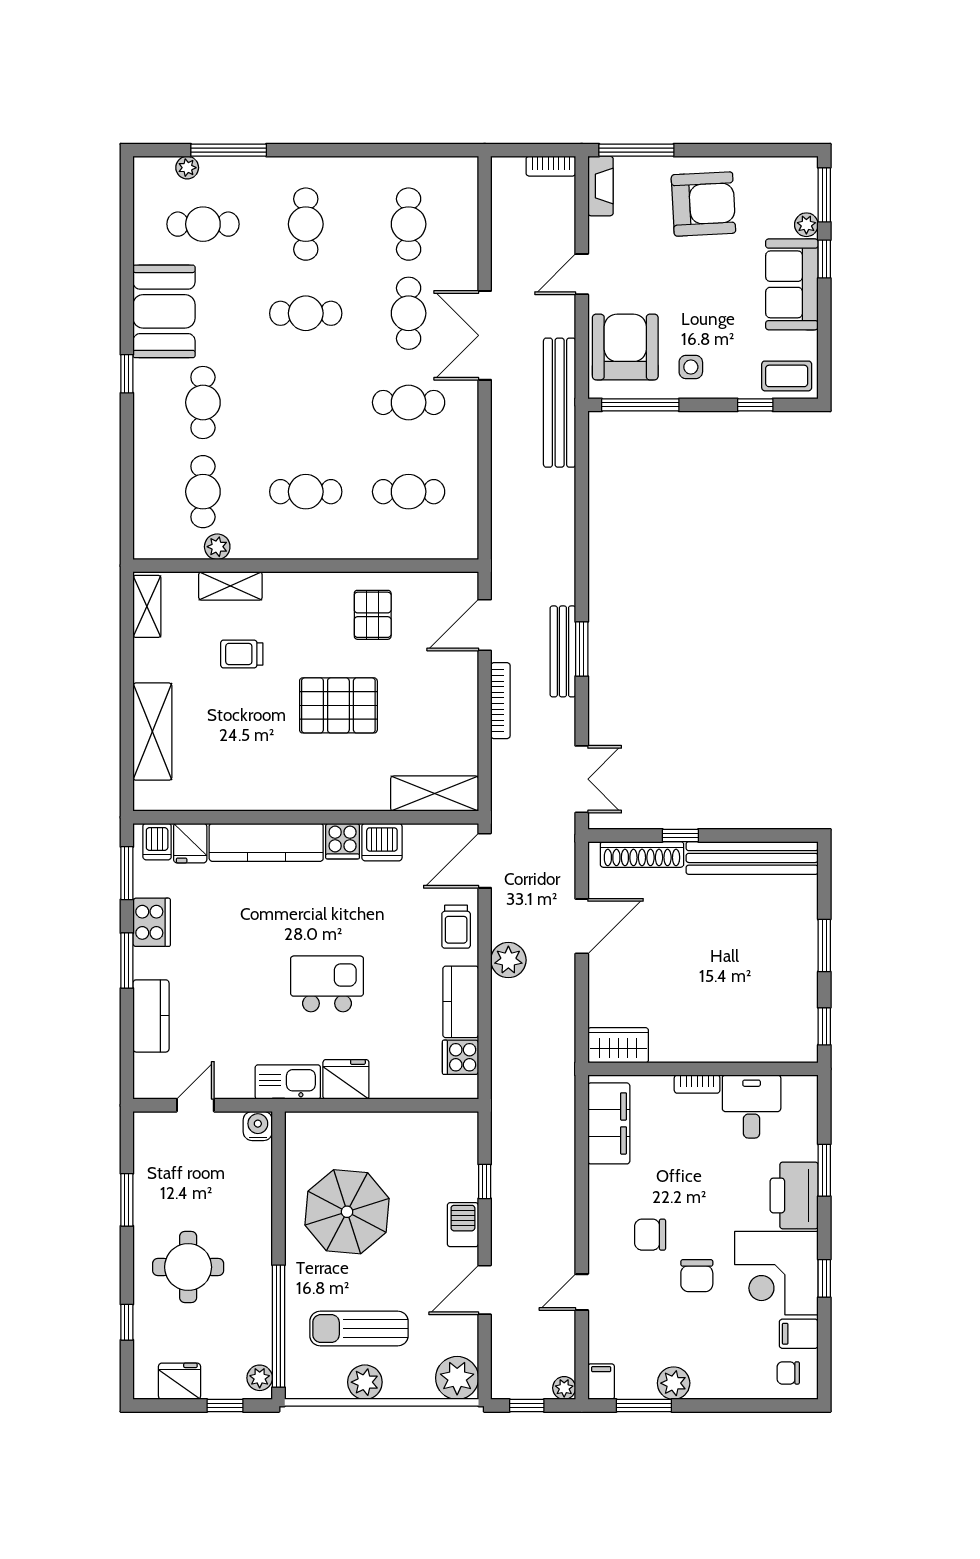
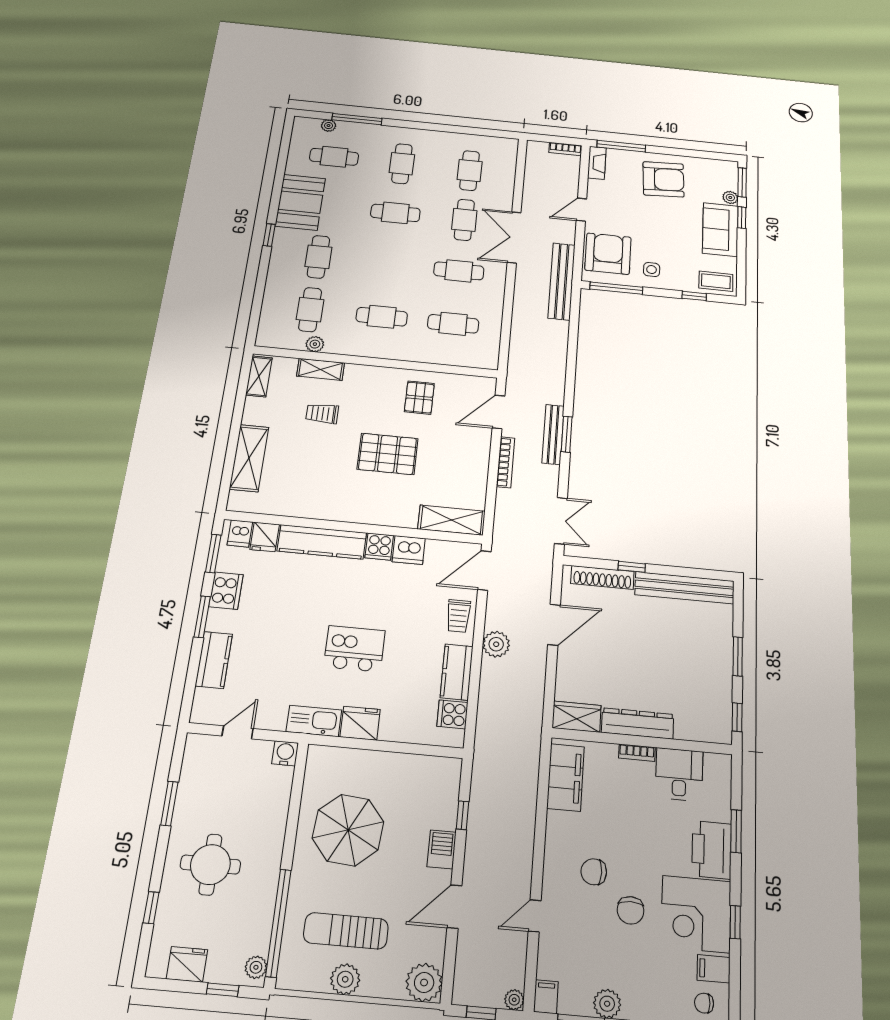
dresser: (697, 1047) -> (638, 723), added

